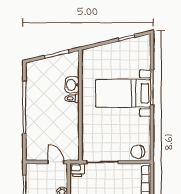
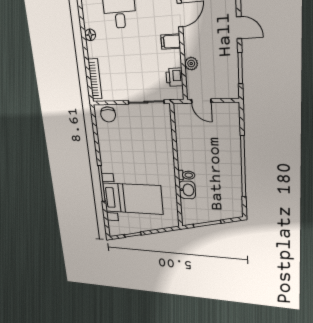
bed with nightstands: (123, 93) -> (133, 199), moved
chair: (138, 152) -> (108, 114), turned 90
printer: (77, 170) -> (174, 77), moved, turned -90

